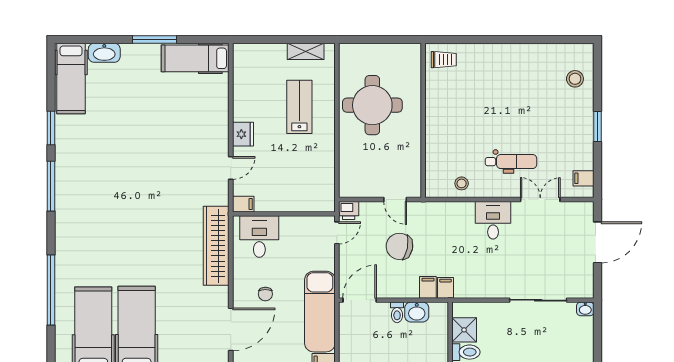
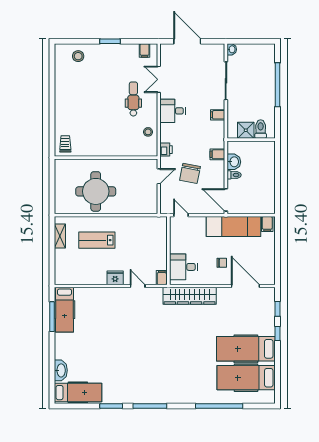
window: (155, 40) -> (52, 317), moved
printer: (349, 210) -> (166, 150), moved
filing cabinet: (446, 288) -> (218, 115), moved

